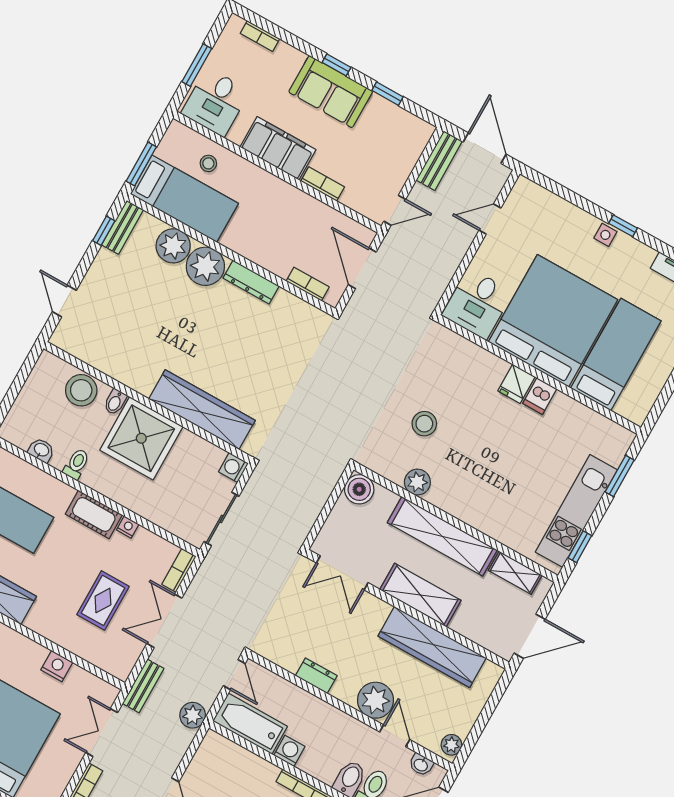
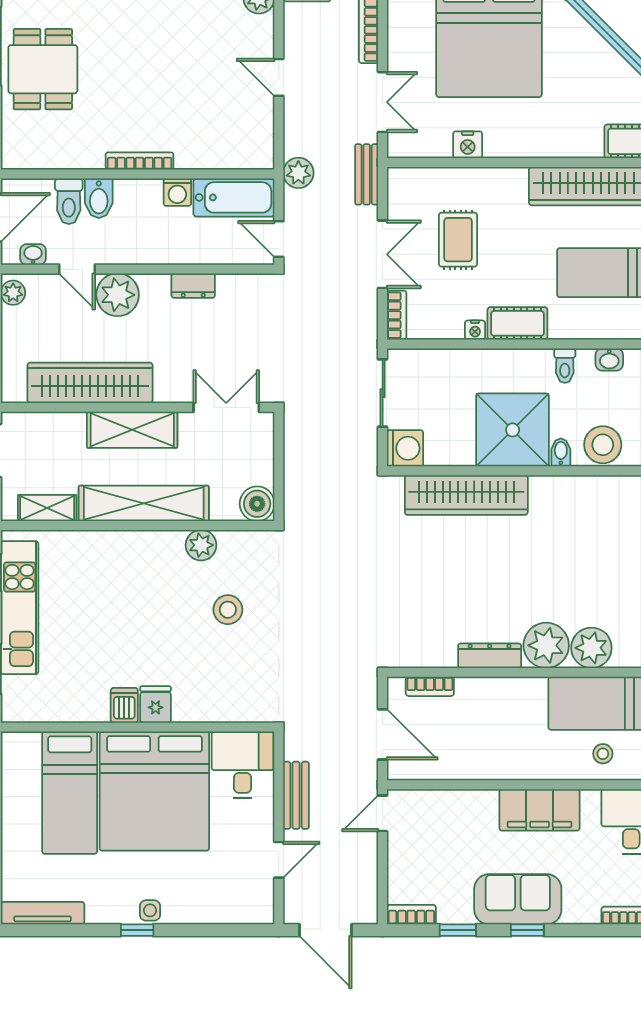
bench: (439, 161) -> (296, 795), moved
bookcase: (323, 184) -> (411, 915), moved, turned 180
washing machine: (233, 468) -> (405, 448), width x1.38, depth x1.38

